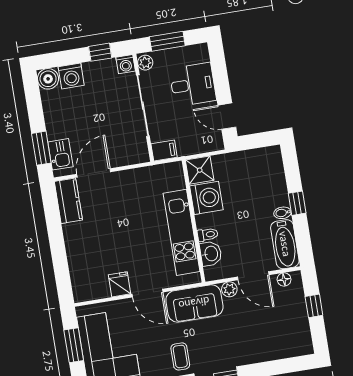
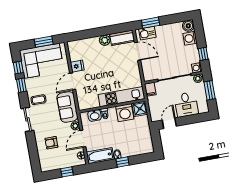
kitchen unit: (182, 232) -> (121, 97), moved
plant: (72, 233) -> (105, 40), added
armchair: (260, 334) -> (51, 143), added

